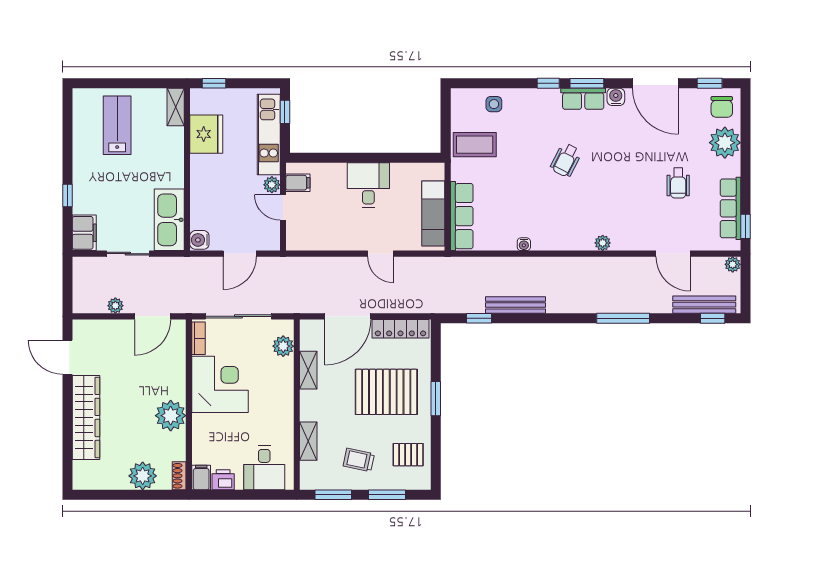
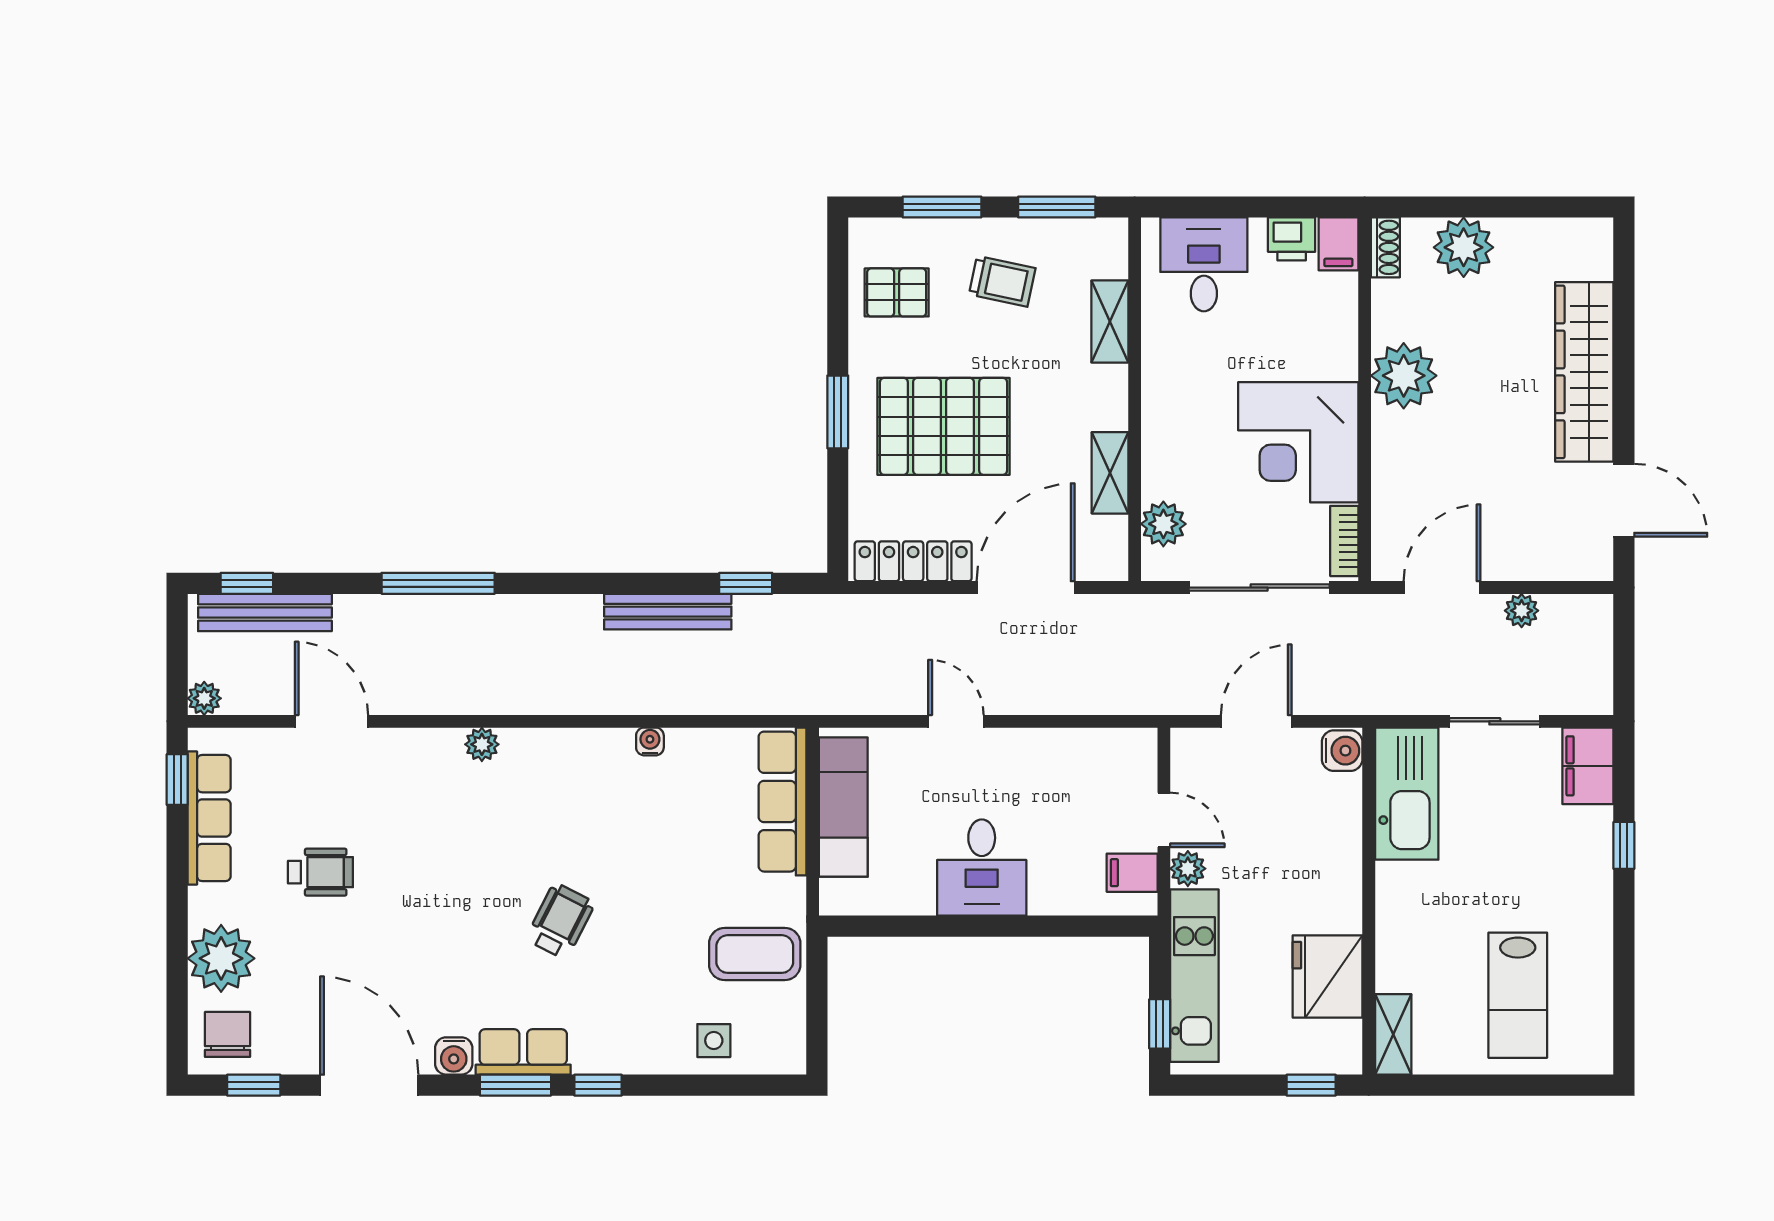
wheelchair: (678, 183) -> (320, 872), turned 90

